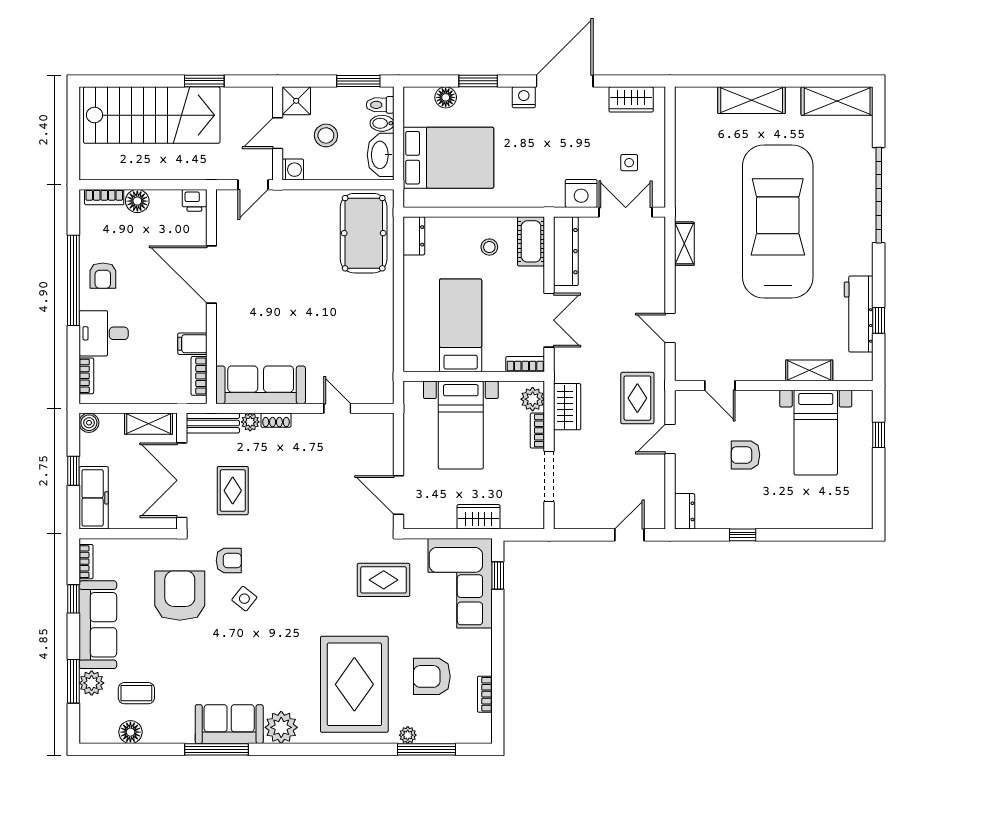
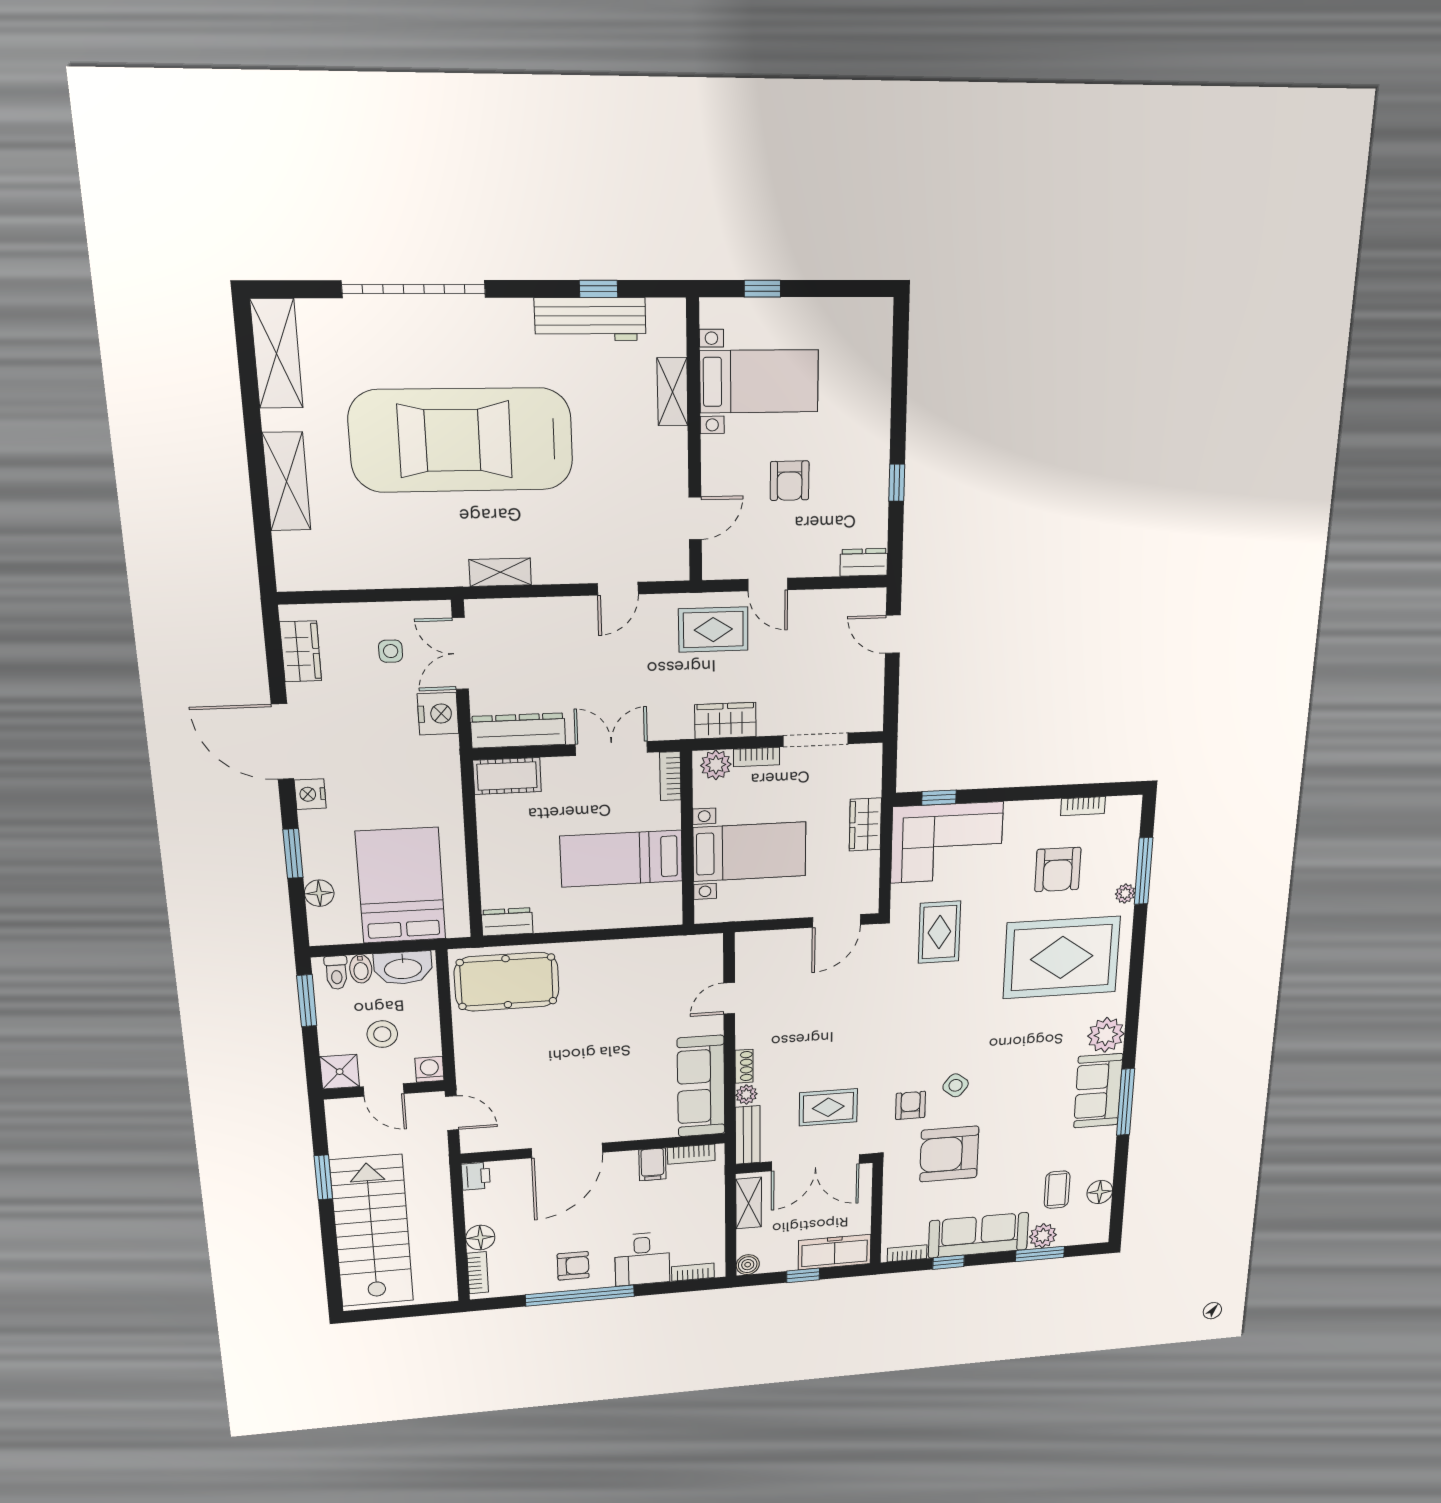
stool: (489, 247) -> (517, 828), removed

